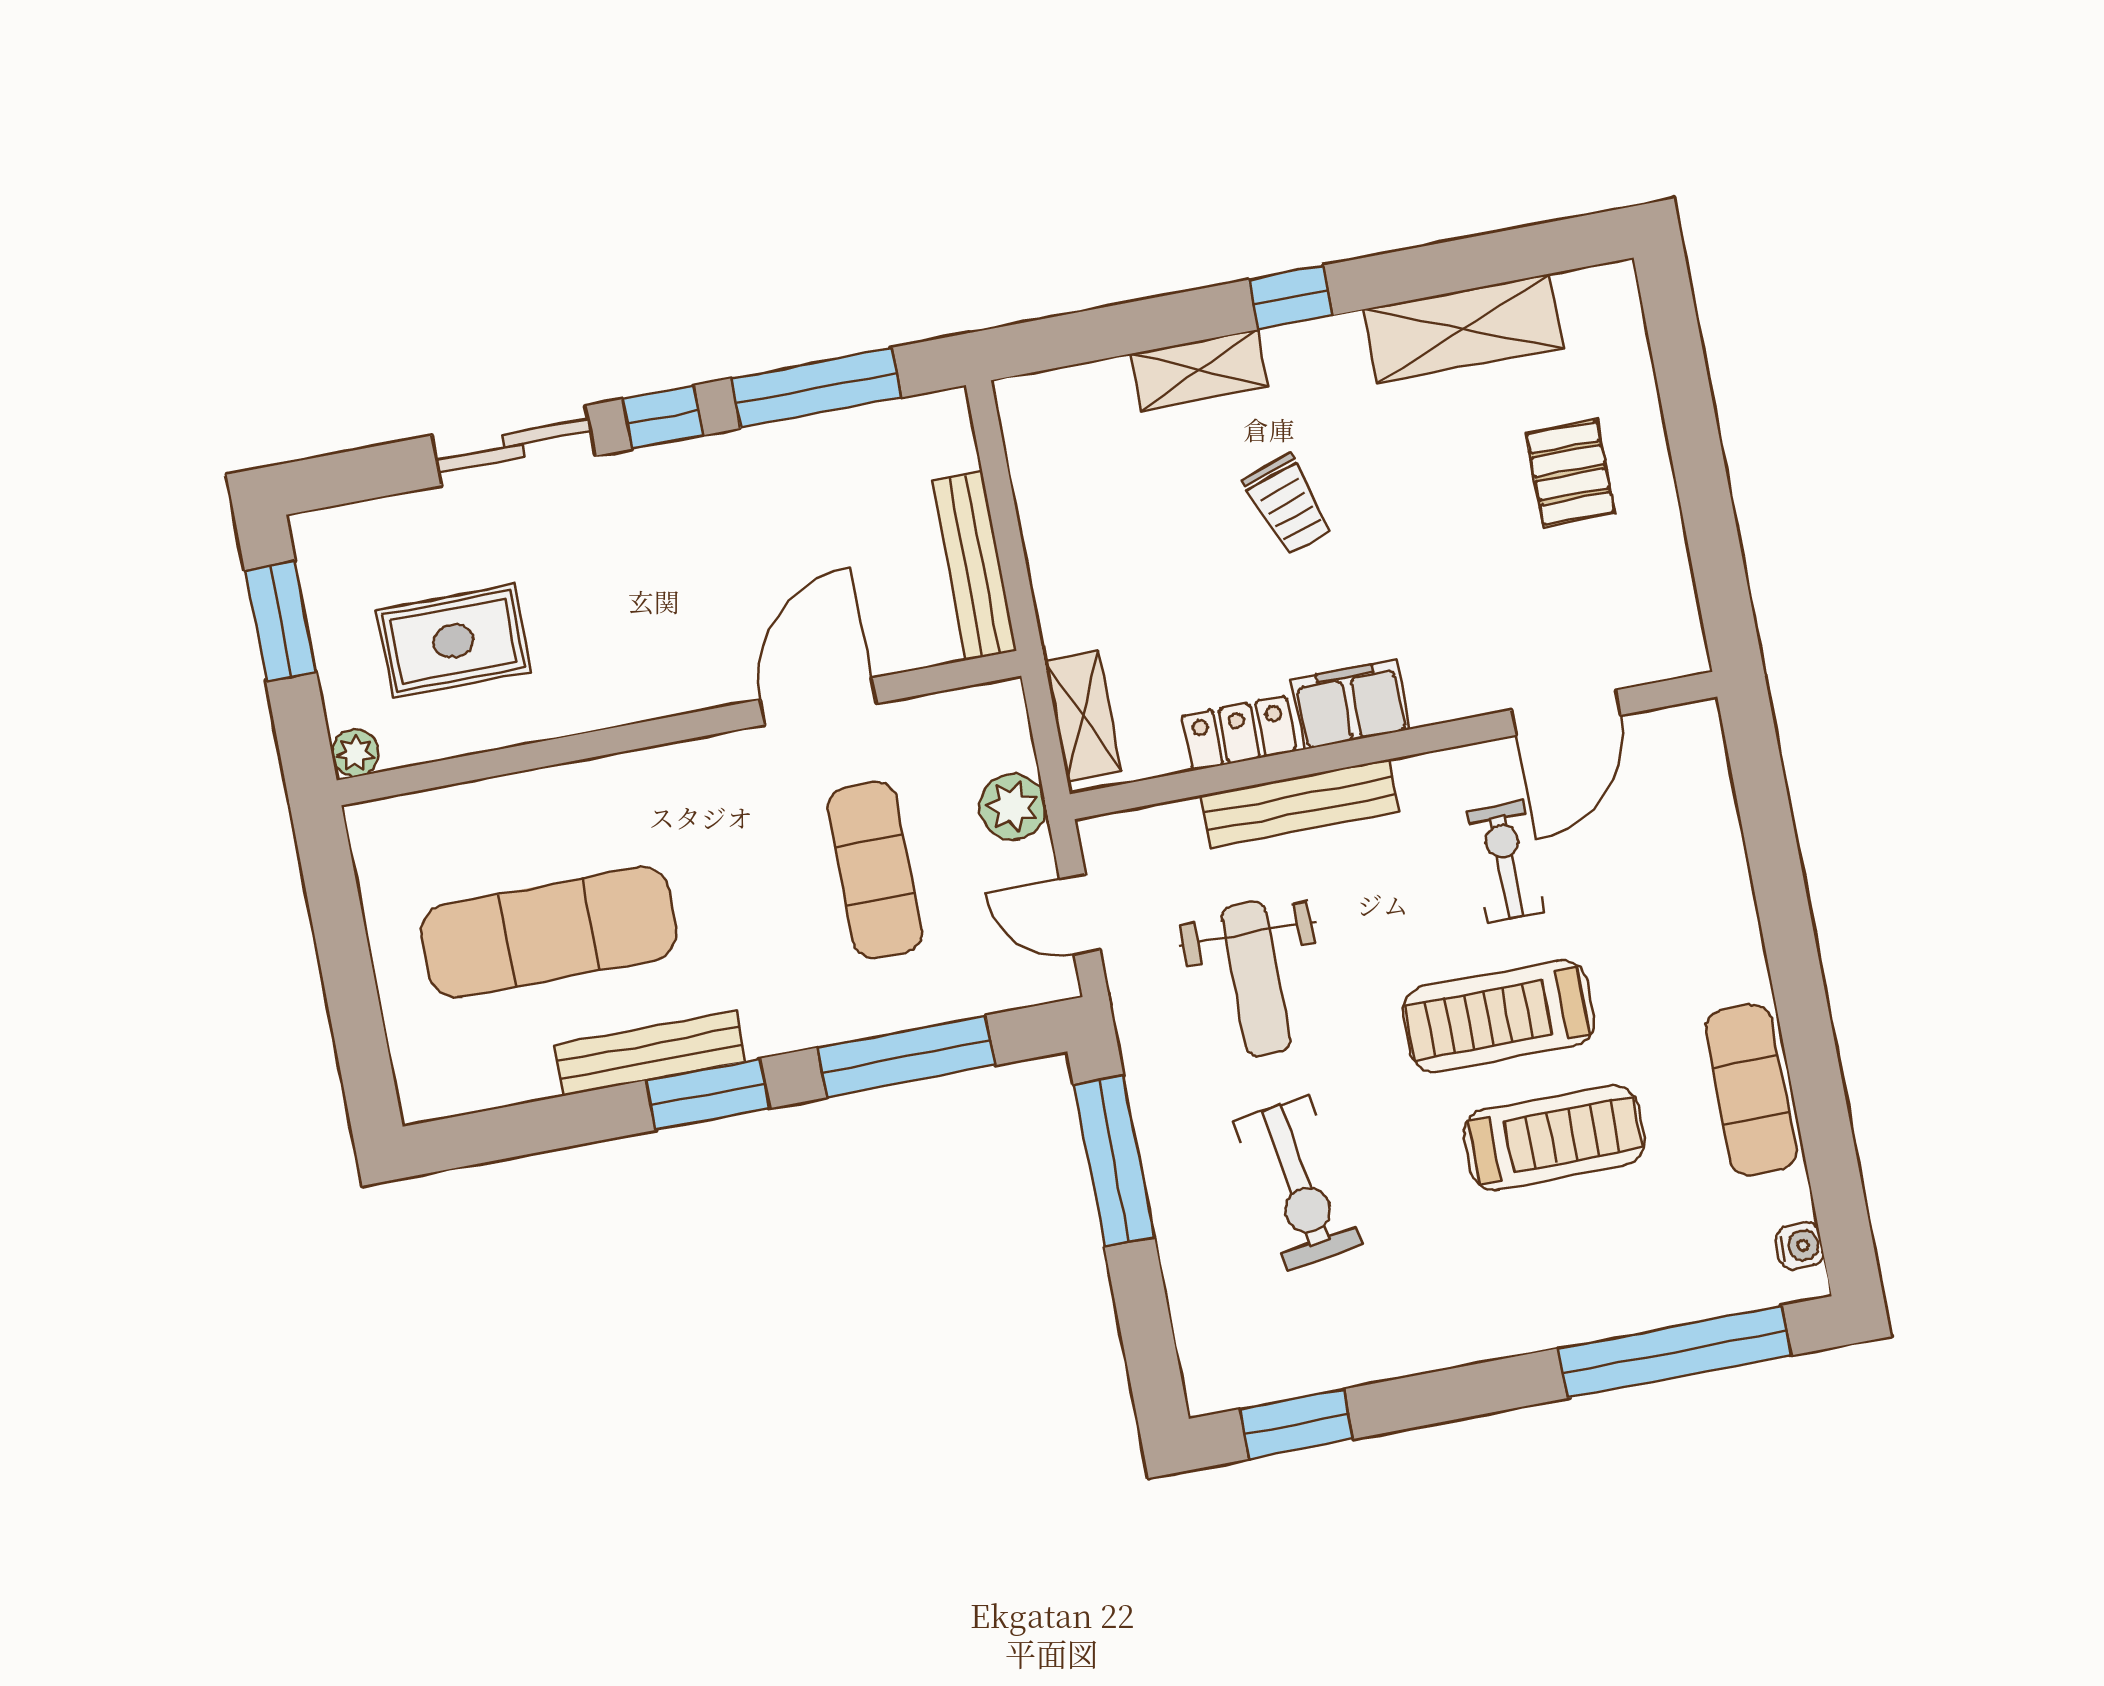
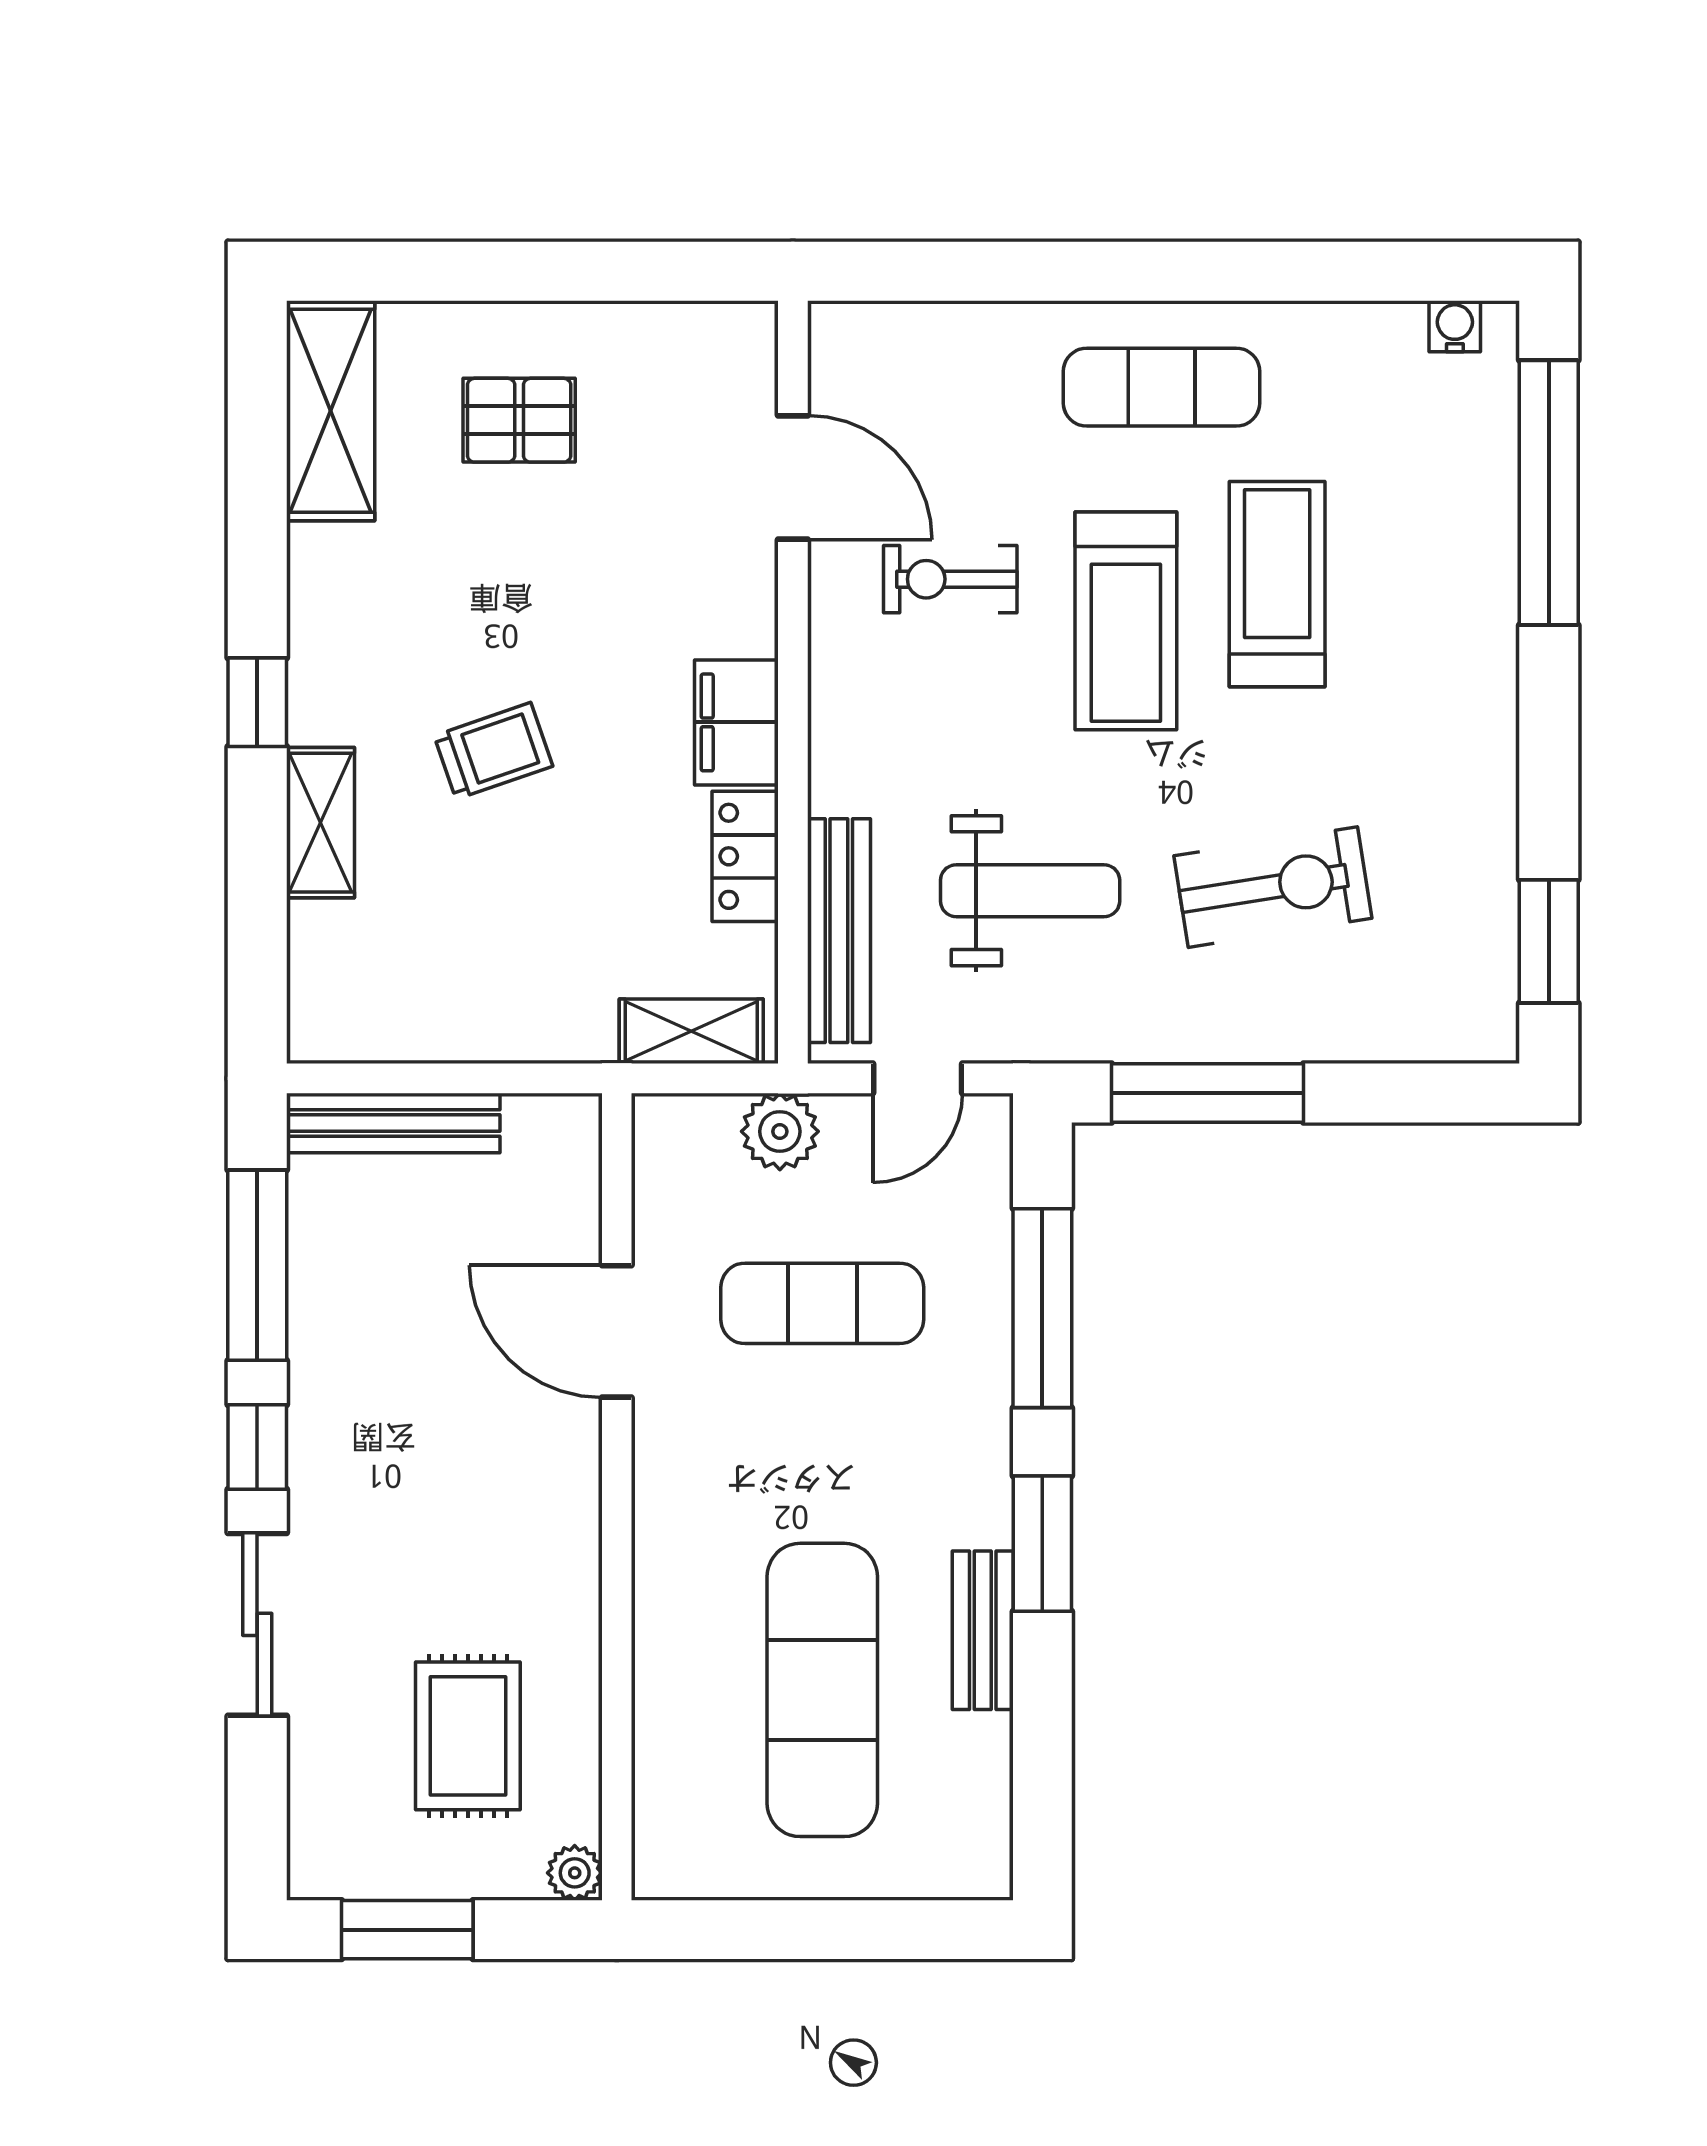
shelving: (1463, 329) -> (331, 411), moved
bench: (974, 566) -> (393, 1123), moved
bench: (1300, 804) -> (839, 931), moved
bench: (650, 1053) -> (983, 1630), width x0.73
exercise mat: (1751, 1090) -> (1162, 387), moved

